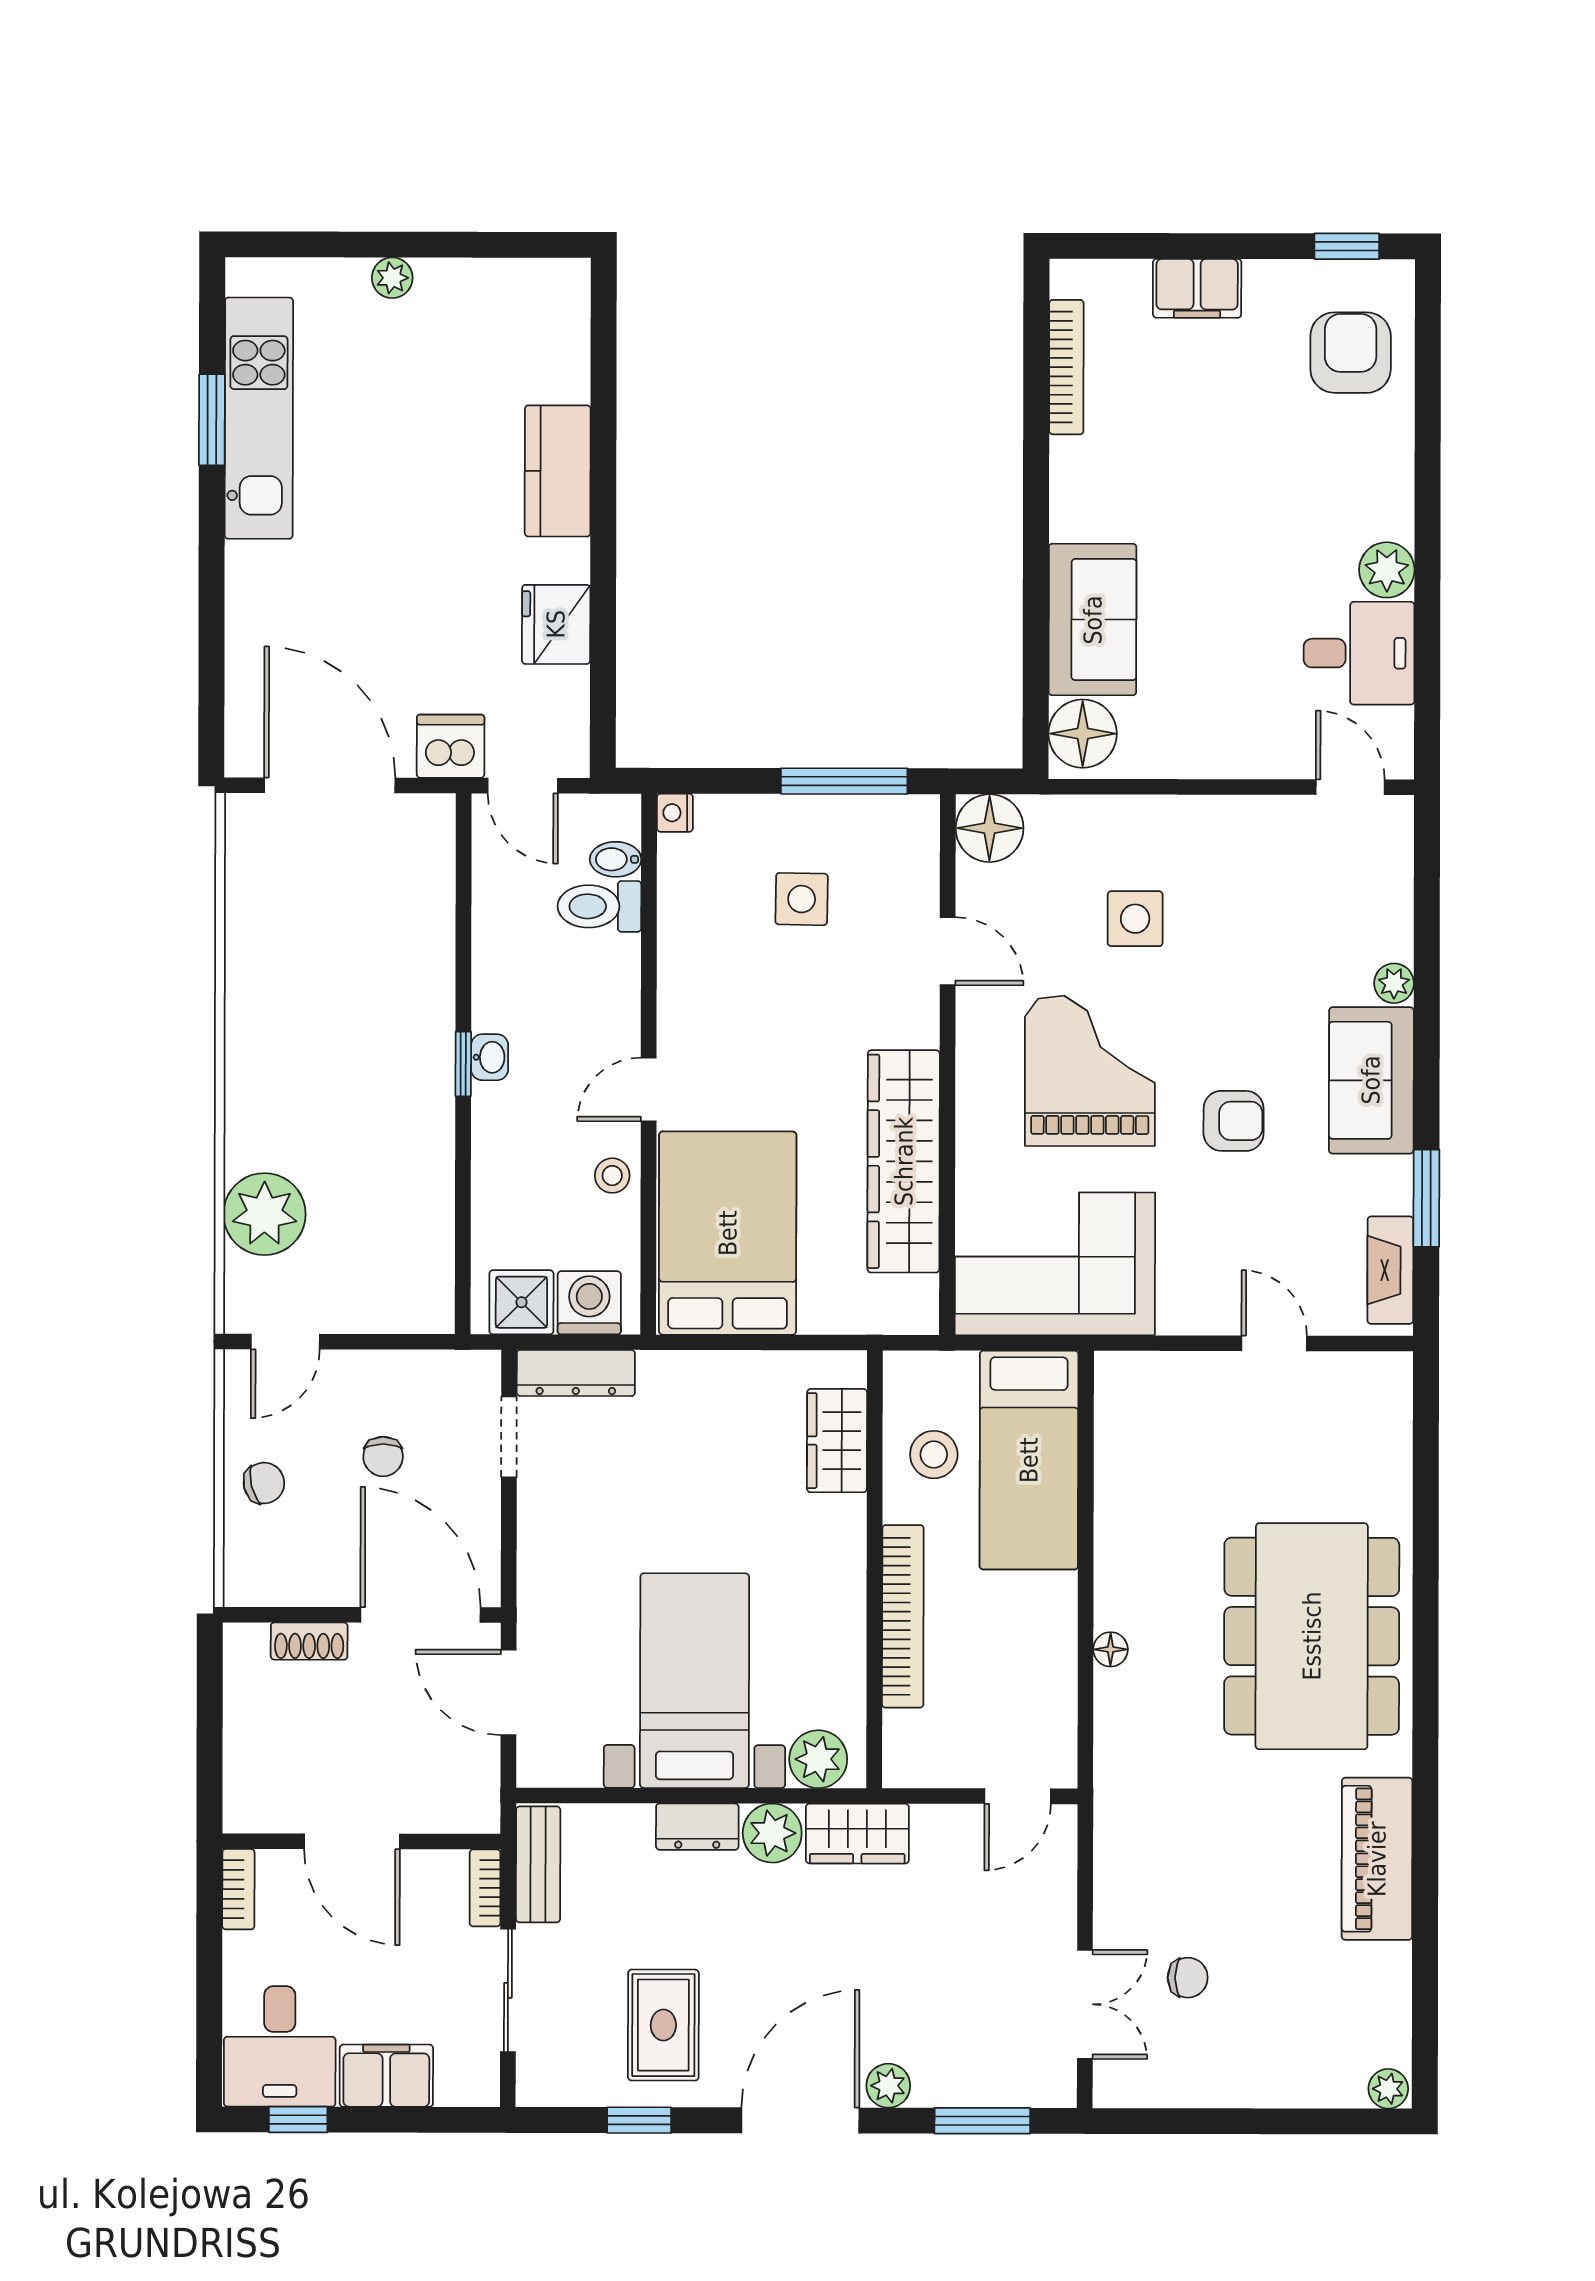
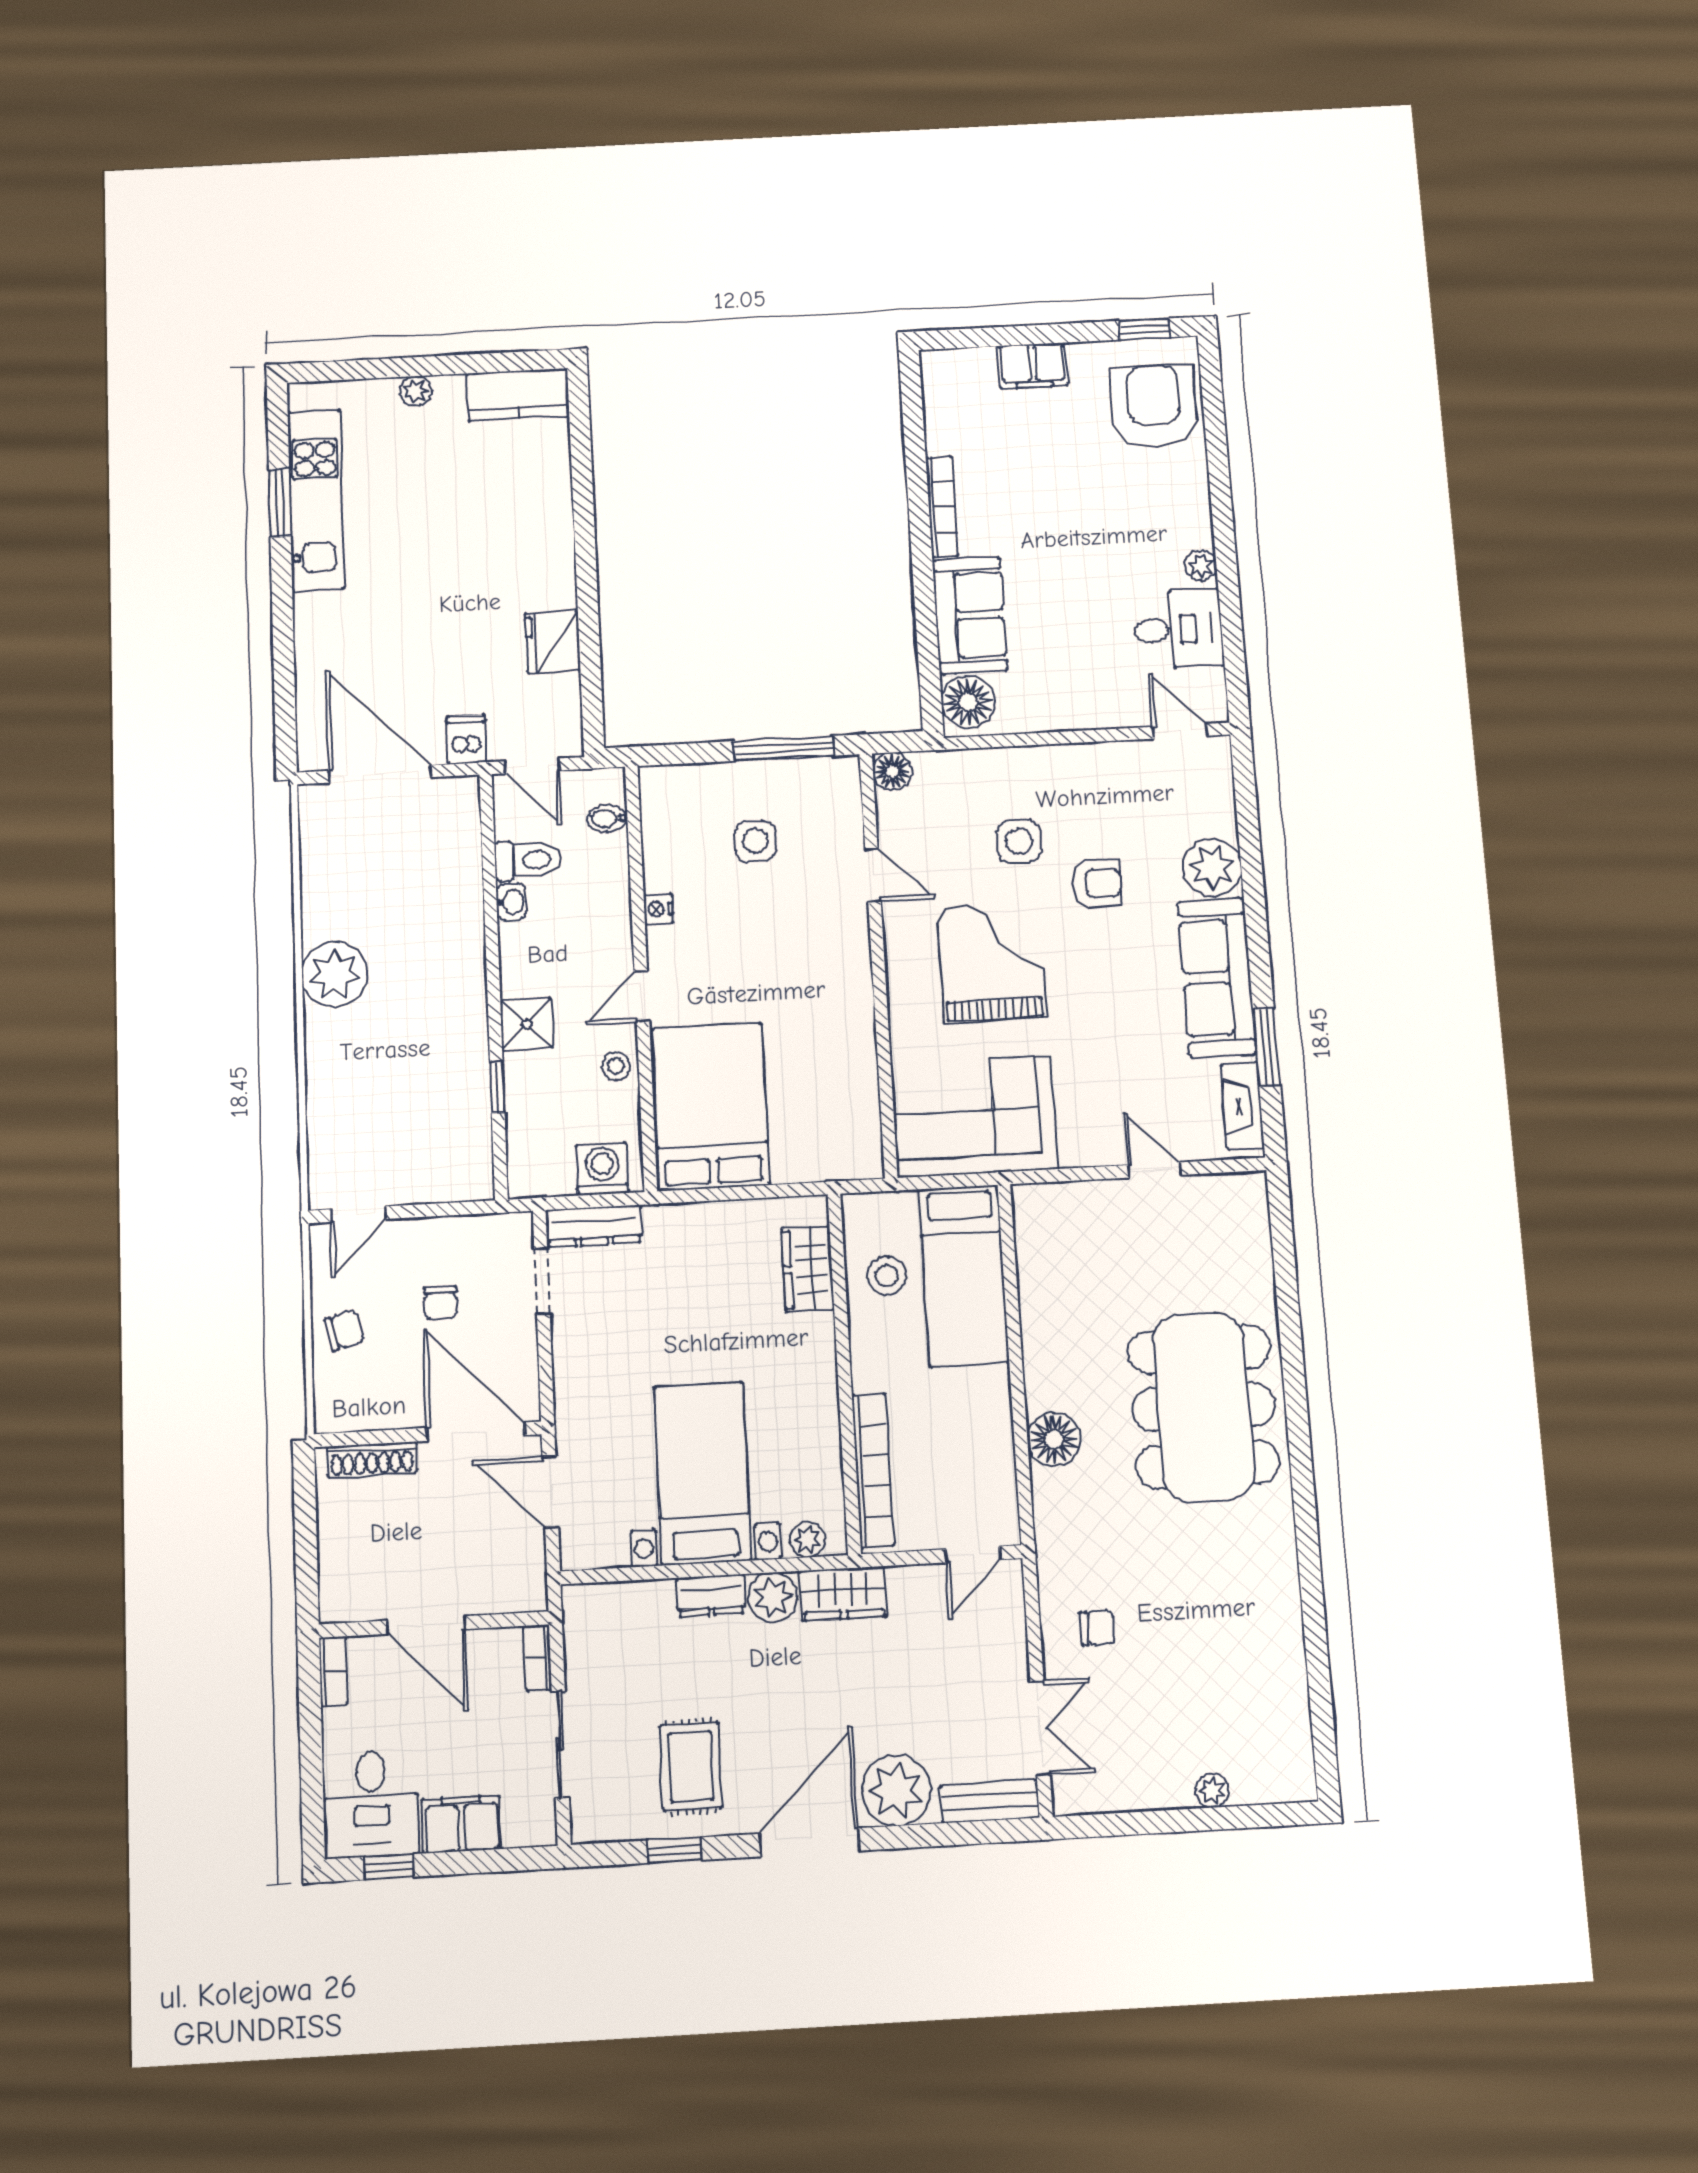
armchair: (1351, 353) -> (1154, 406), width x1.36, depth x1.36
bookcase: (1066, 367) -> (942, 506), moved
kitchen counter: (558, 471) -> (518, 395), moved, turned -90
plant: (1387, 570) -> (1201, 565), width x0.73, depth x0.73
dishwasher: (451, 746) -> (467, 739), width x0.73
nightstand: (675, 813) -> (658, 909), moved
floor lamp: (990, 828) -> (892, 771), width x0.73, depth x0.73
toilet: (599, 906) -> (528, 860), moved, turned 180
plant: (1394, 983) -> (1212, 867), width x1.88, depth x1.88
washbasin: (490, 1057) -> (511, 902), moved
window: (463, 1064) -> (497, 1087), moved
sofa: (1371, 1080) -> (1217, 978), width x1.36
armchair: (1234, 1121) -> (1096, 883), moved
wardrobe: (904, 1161) -> (848, 1042), removed
plant: (264, 1214) -> (335, 974), moved
shower: (521, 1302) -> (527, 1024), moved
bookcase: (903, 1616) -> (873, 1470), moved
shoe rack: (309, 1641) -> (372, 1459), width x1.43
floor lamp: (1111, 1649) -> (1054, 1439), width x1.89, depth x1.89
plant: (818, 1759) -> (808, 1540), width x0.73, depth x0.73
piano: (1377, 1859) -> (1272, 1590), removed
bench: (538, 1864) -> (990, 1801), moved, turned 90
chair: (1188, 1978) -> (1097, 1628), moved
plant: (888, 2086) -> (896, 1790), width x1.88, depth x1.88
plant: (1388, 2089) -> (1212, 1790), moved
window: (982, 2121) -> (961, 1833), removed

